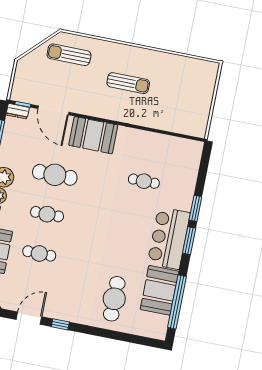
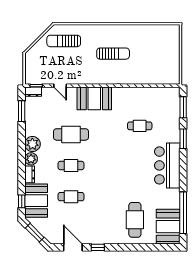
door: (53, 110) -> (60, 86), width x0.53
window: (189, 241) -> (183, 107), moved
booth: (159, 290) -> (168, 227), moved
door: (29, 318) -> (73, 247), hinge flipped

